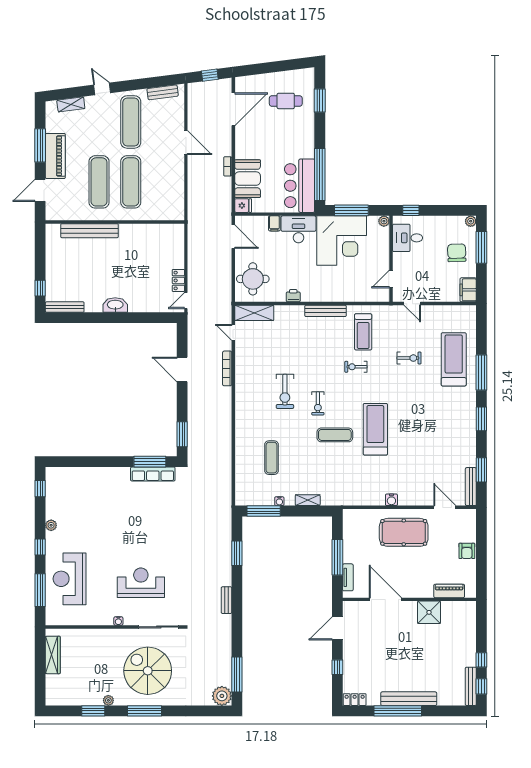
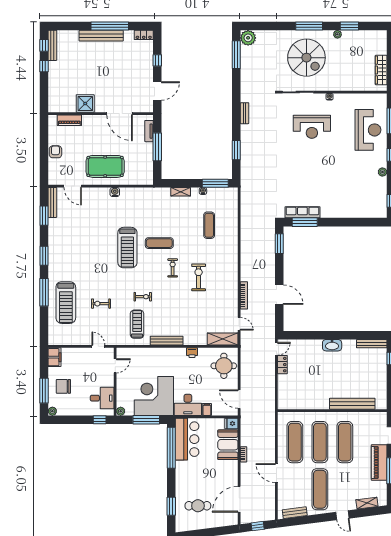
exercise mat: (163, 182) -> (295, 442), added
chair: (457, 253) -> (63, 386), turned 92

